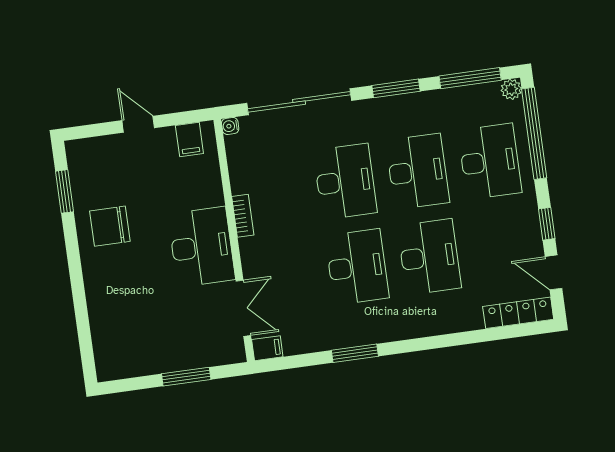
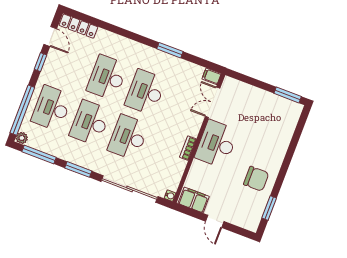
filing cabinet: (189, 140) -> (194, 200), width x2.00
window: (186, 377) -> (288, 95), moved

